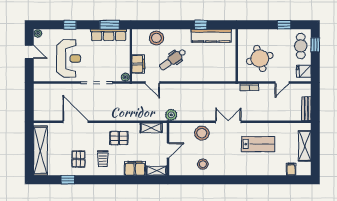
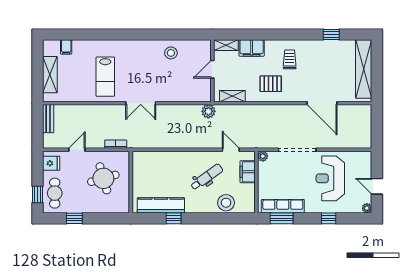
stool: (202, 133) -> (172, 90), removed
lab bench: (258, 144) -> (105, 77), turned -90
pallet: (78, 159) -> (319, 59), removed

